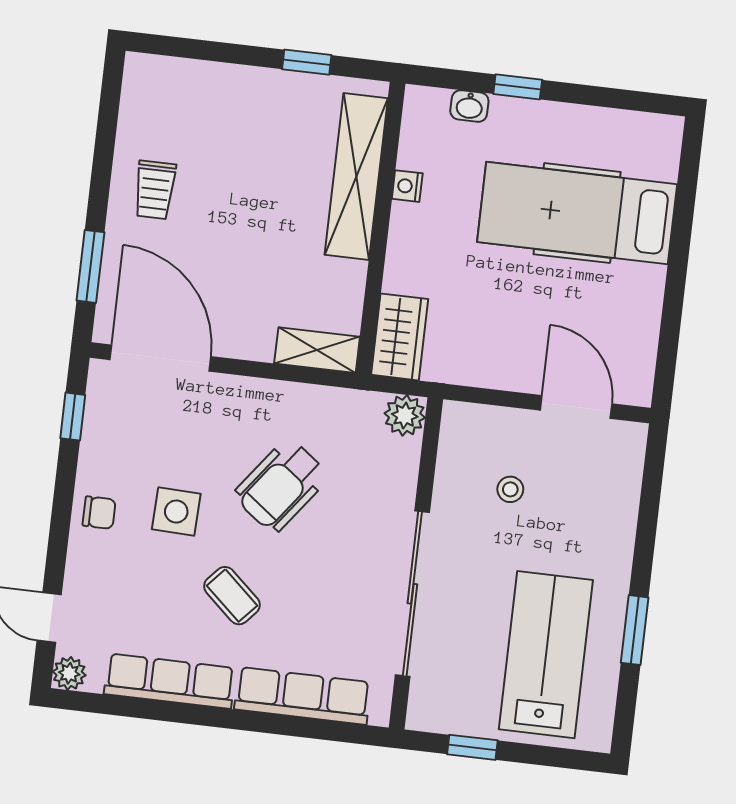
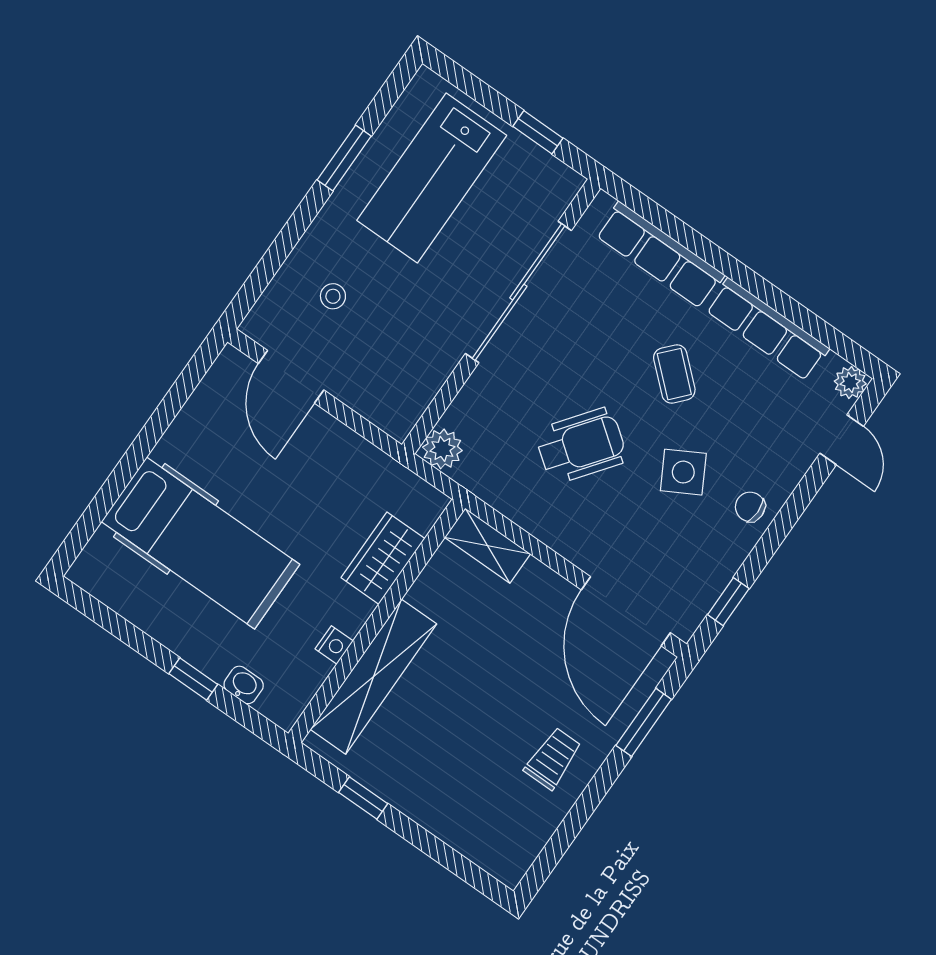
wardrobe: (400, 337) -> (383, 558), moved
stool: (510, 489) -> (333, 296), moved
side table: (176, 512) -> (683, 472), turned -31

